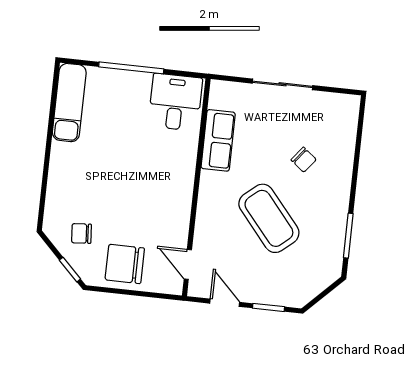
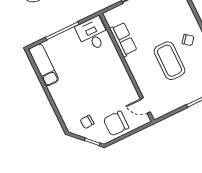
chair: (304, 160) -> (188, 40), moved
coffee table: (269, 218) -> (169, 61), turned 40
door: (225, 303) -> (173, 113), removed

